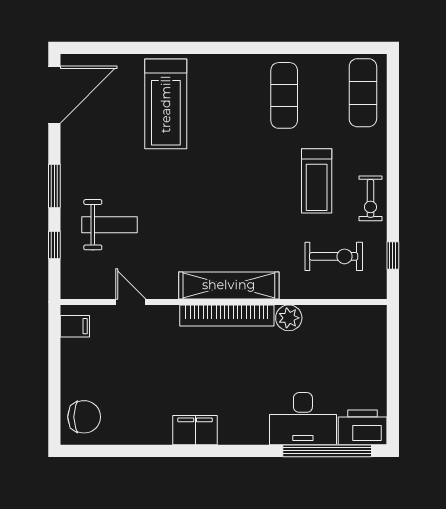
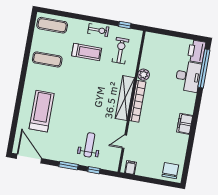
treadmill: (166, 104) -> (42, 111), turned -90

